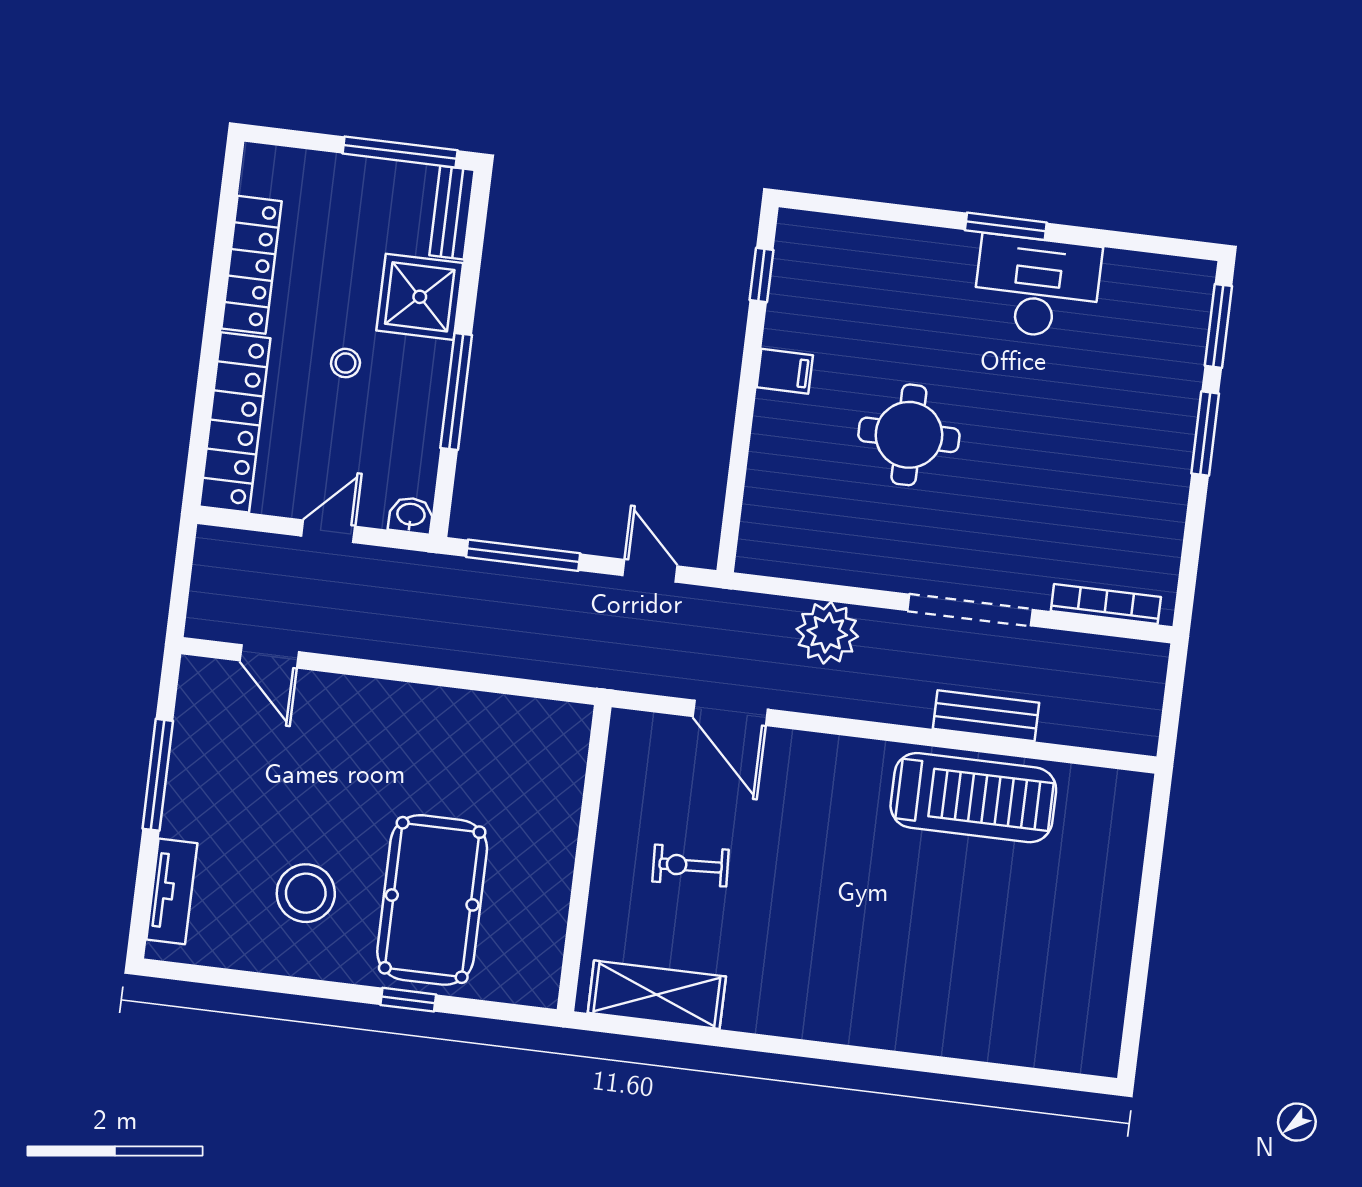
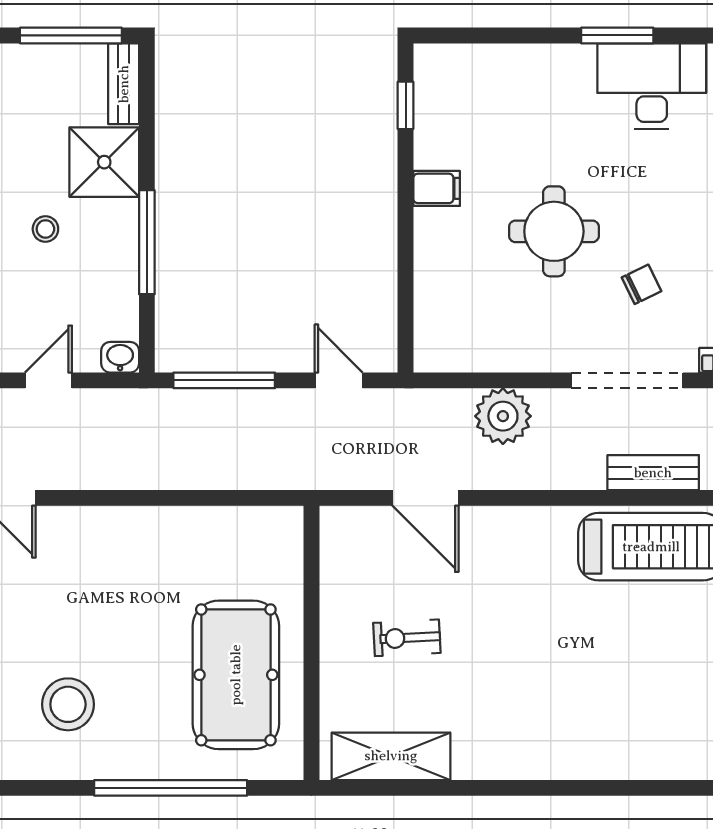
chair: (999, 505) -> (641, 284), added
pool table: (432, 900) -> (236, 675), moved
window: (408, 1000) -> (171, 788), width x3.17

